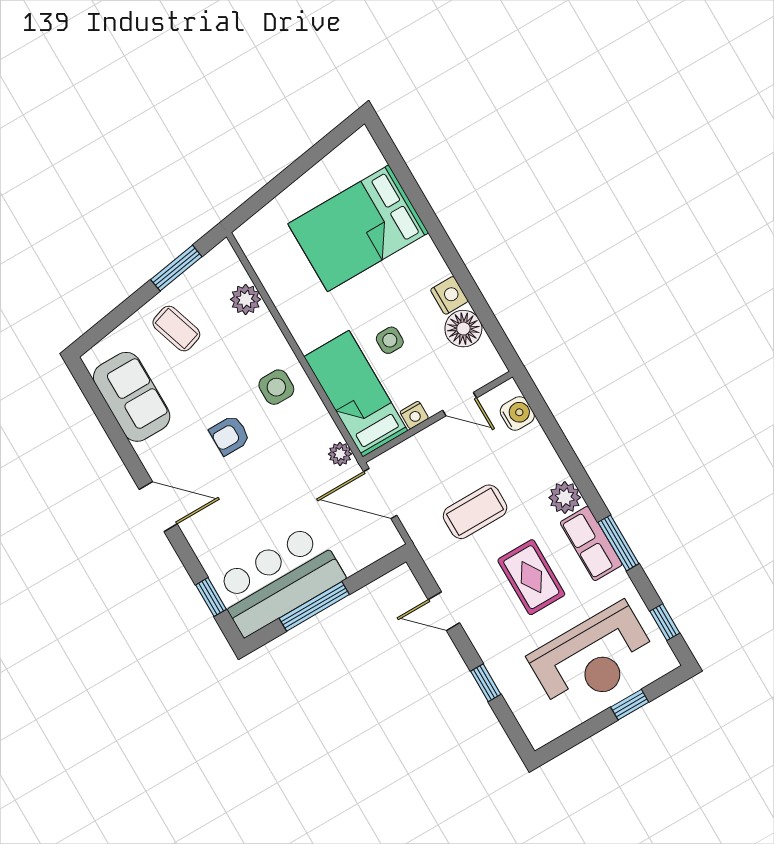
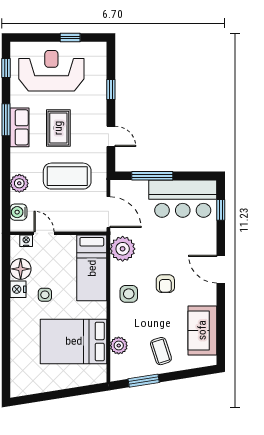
bed: (358, 228) -> (74, 341), moved, turned 180
side table: (390, 340) -> (45, 295), moved
nightstand: (414, 415) -> (26, 241), moved
armchair: (230, 435) -> (165, 284), turned 89
plant: (340, 454) -> (123, 249), width x1.88, depth x1.88
plant: (565, 498) -> (19, 183), moved
coffee table: (475, 512) -> (67, 176), width x1.36, depth x1.32
window: (314, 606) -> (152, 176), moved
window: (630, 705) -> (70, 38), moved

